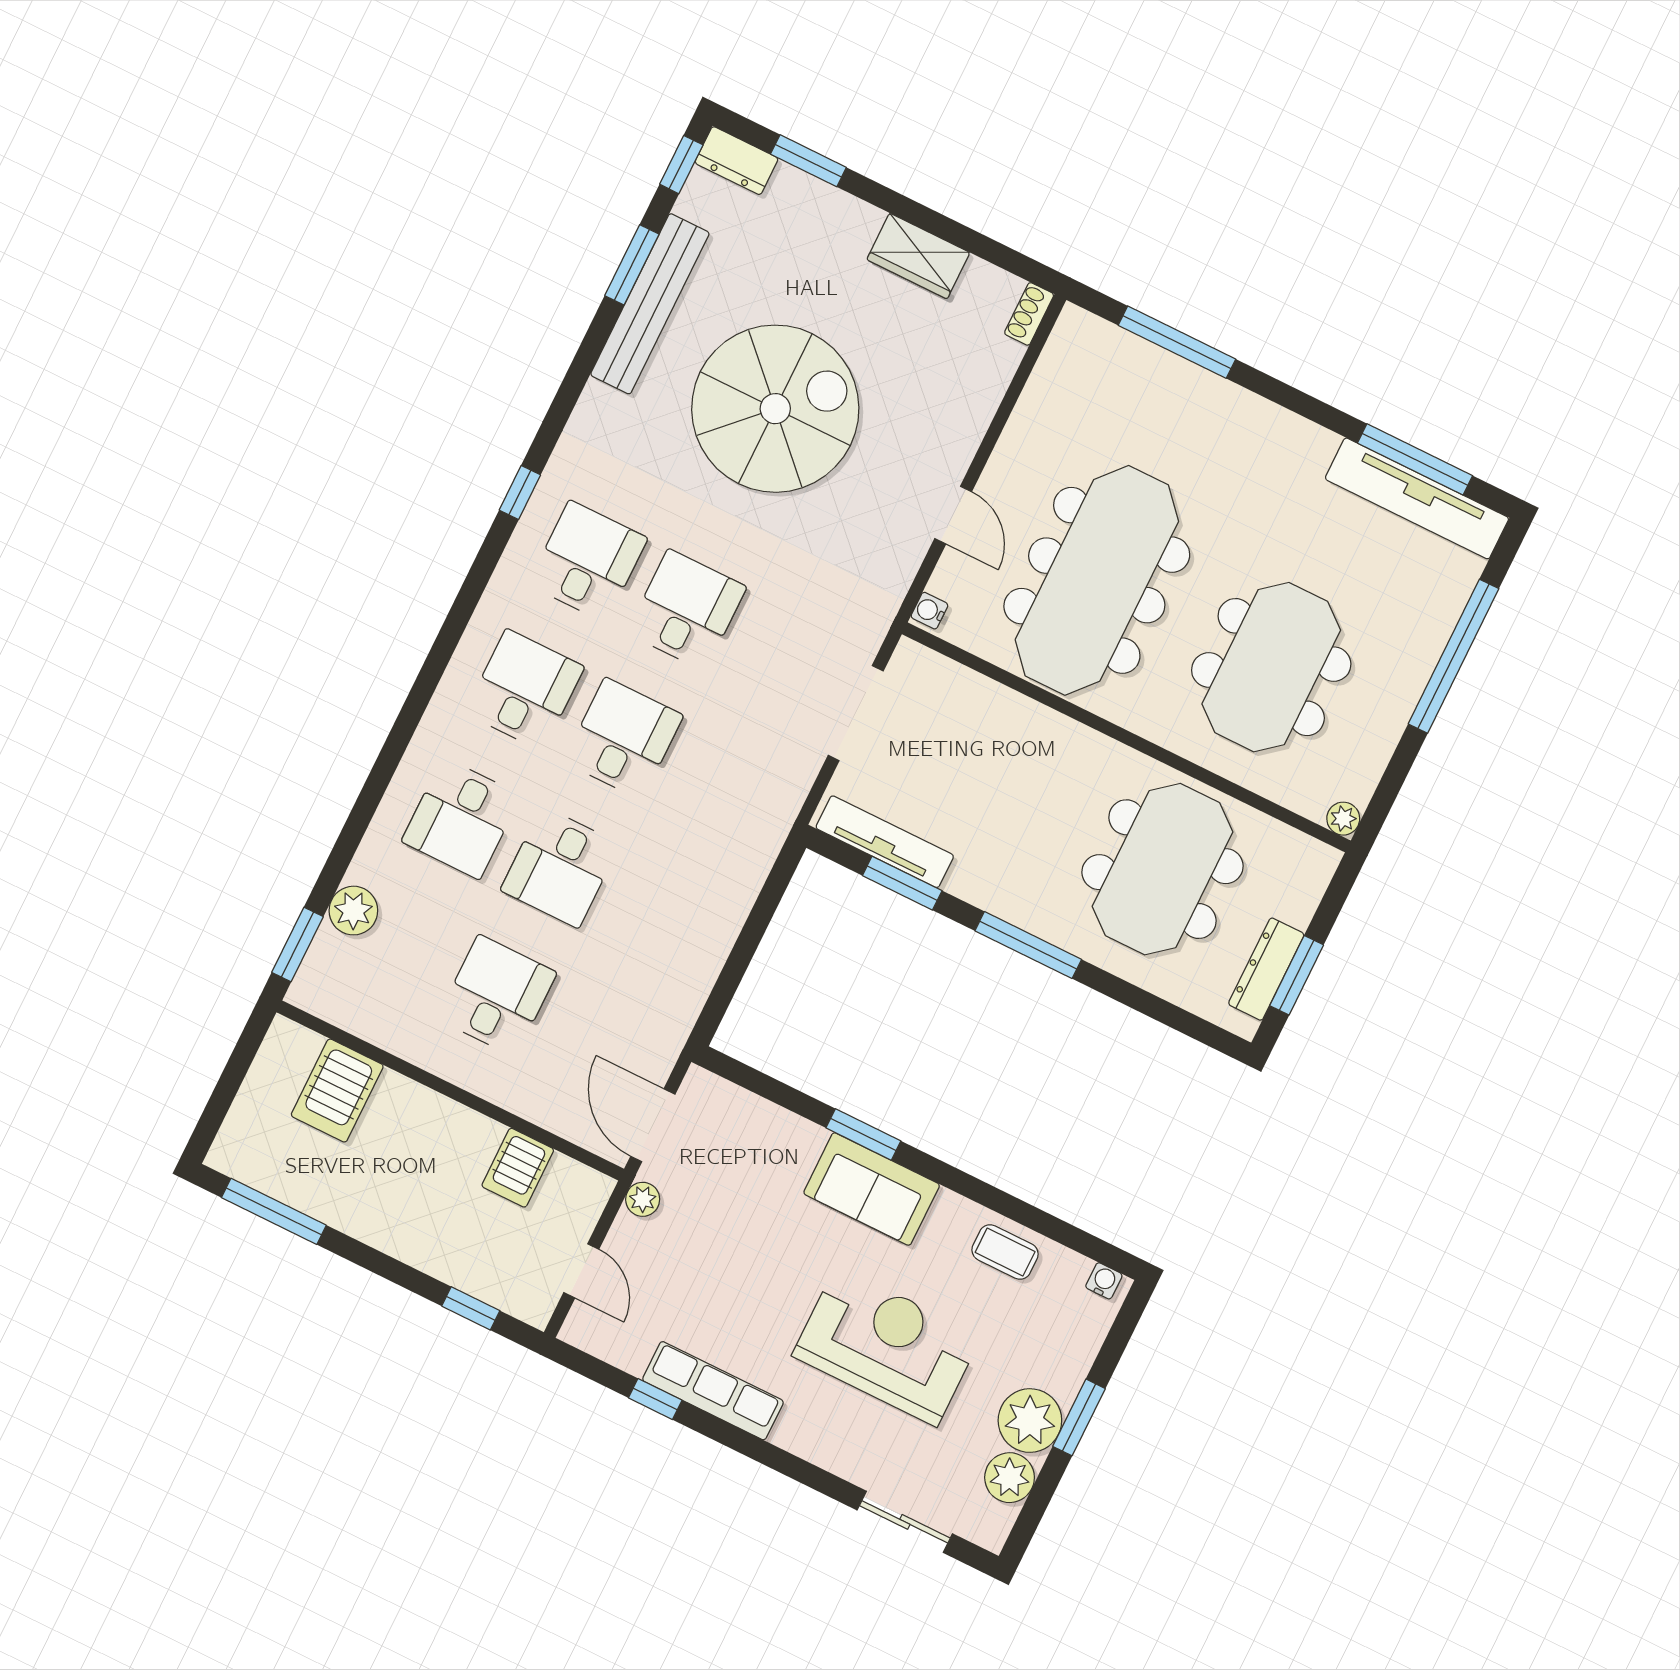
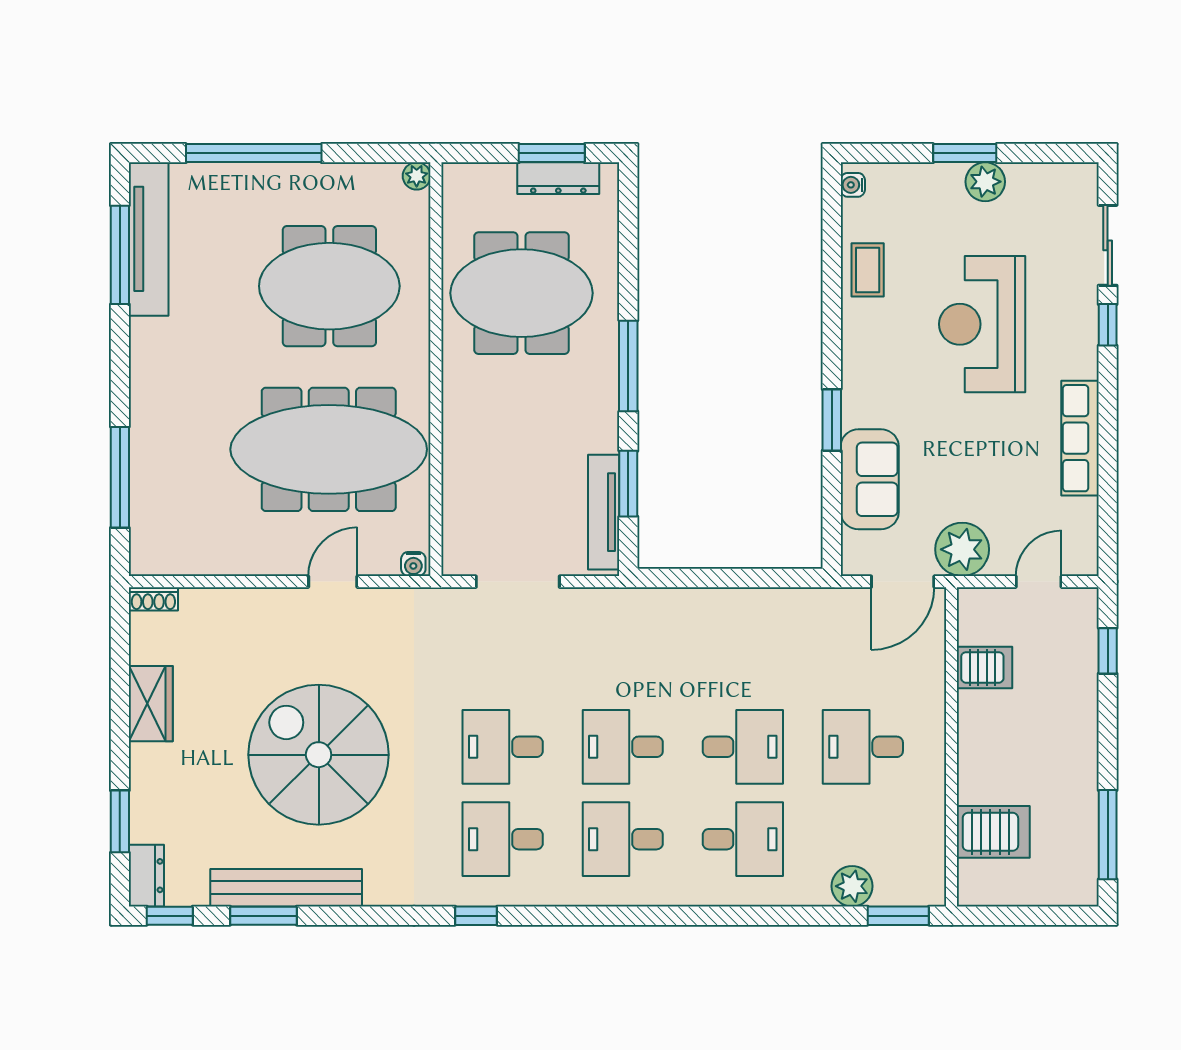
sofa: (872, 1189) -> (870, 479), moved
plant: (643, 1199) -> (962, 549), width x1.87, depth x1.87
window: (655, 1399) -> (1108, 325), moved
plant: (1030, 1421) -> (985, 182), width x0.73, depth x0.73
plant: (1010, 1478) -> (1036, 183), removed

